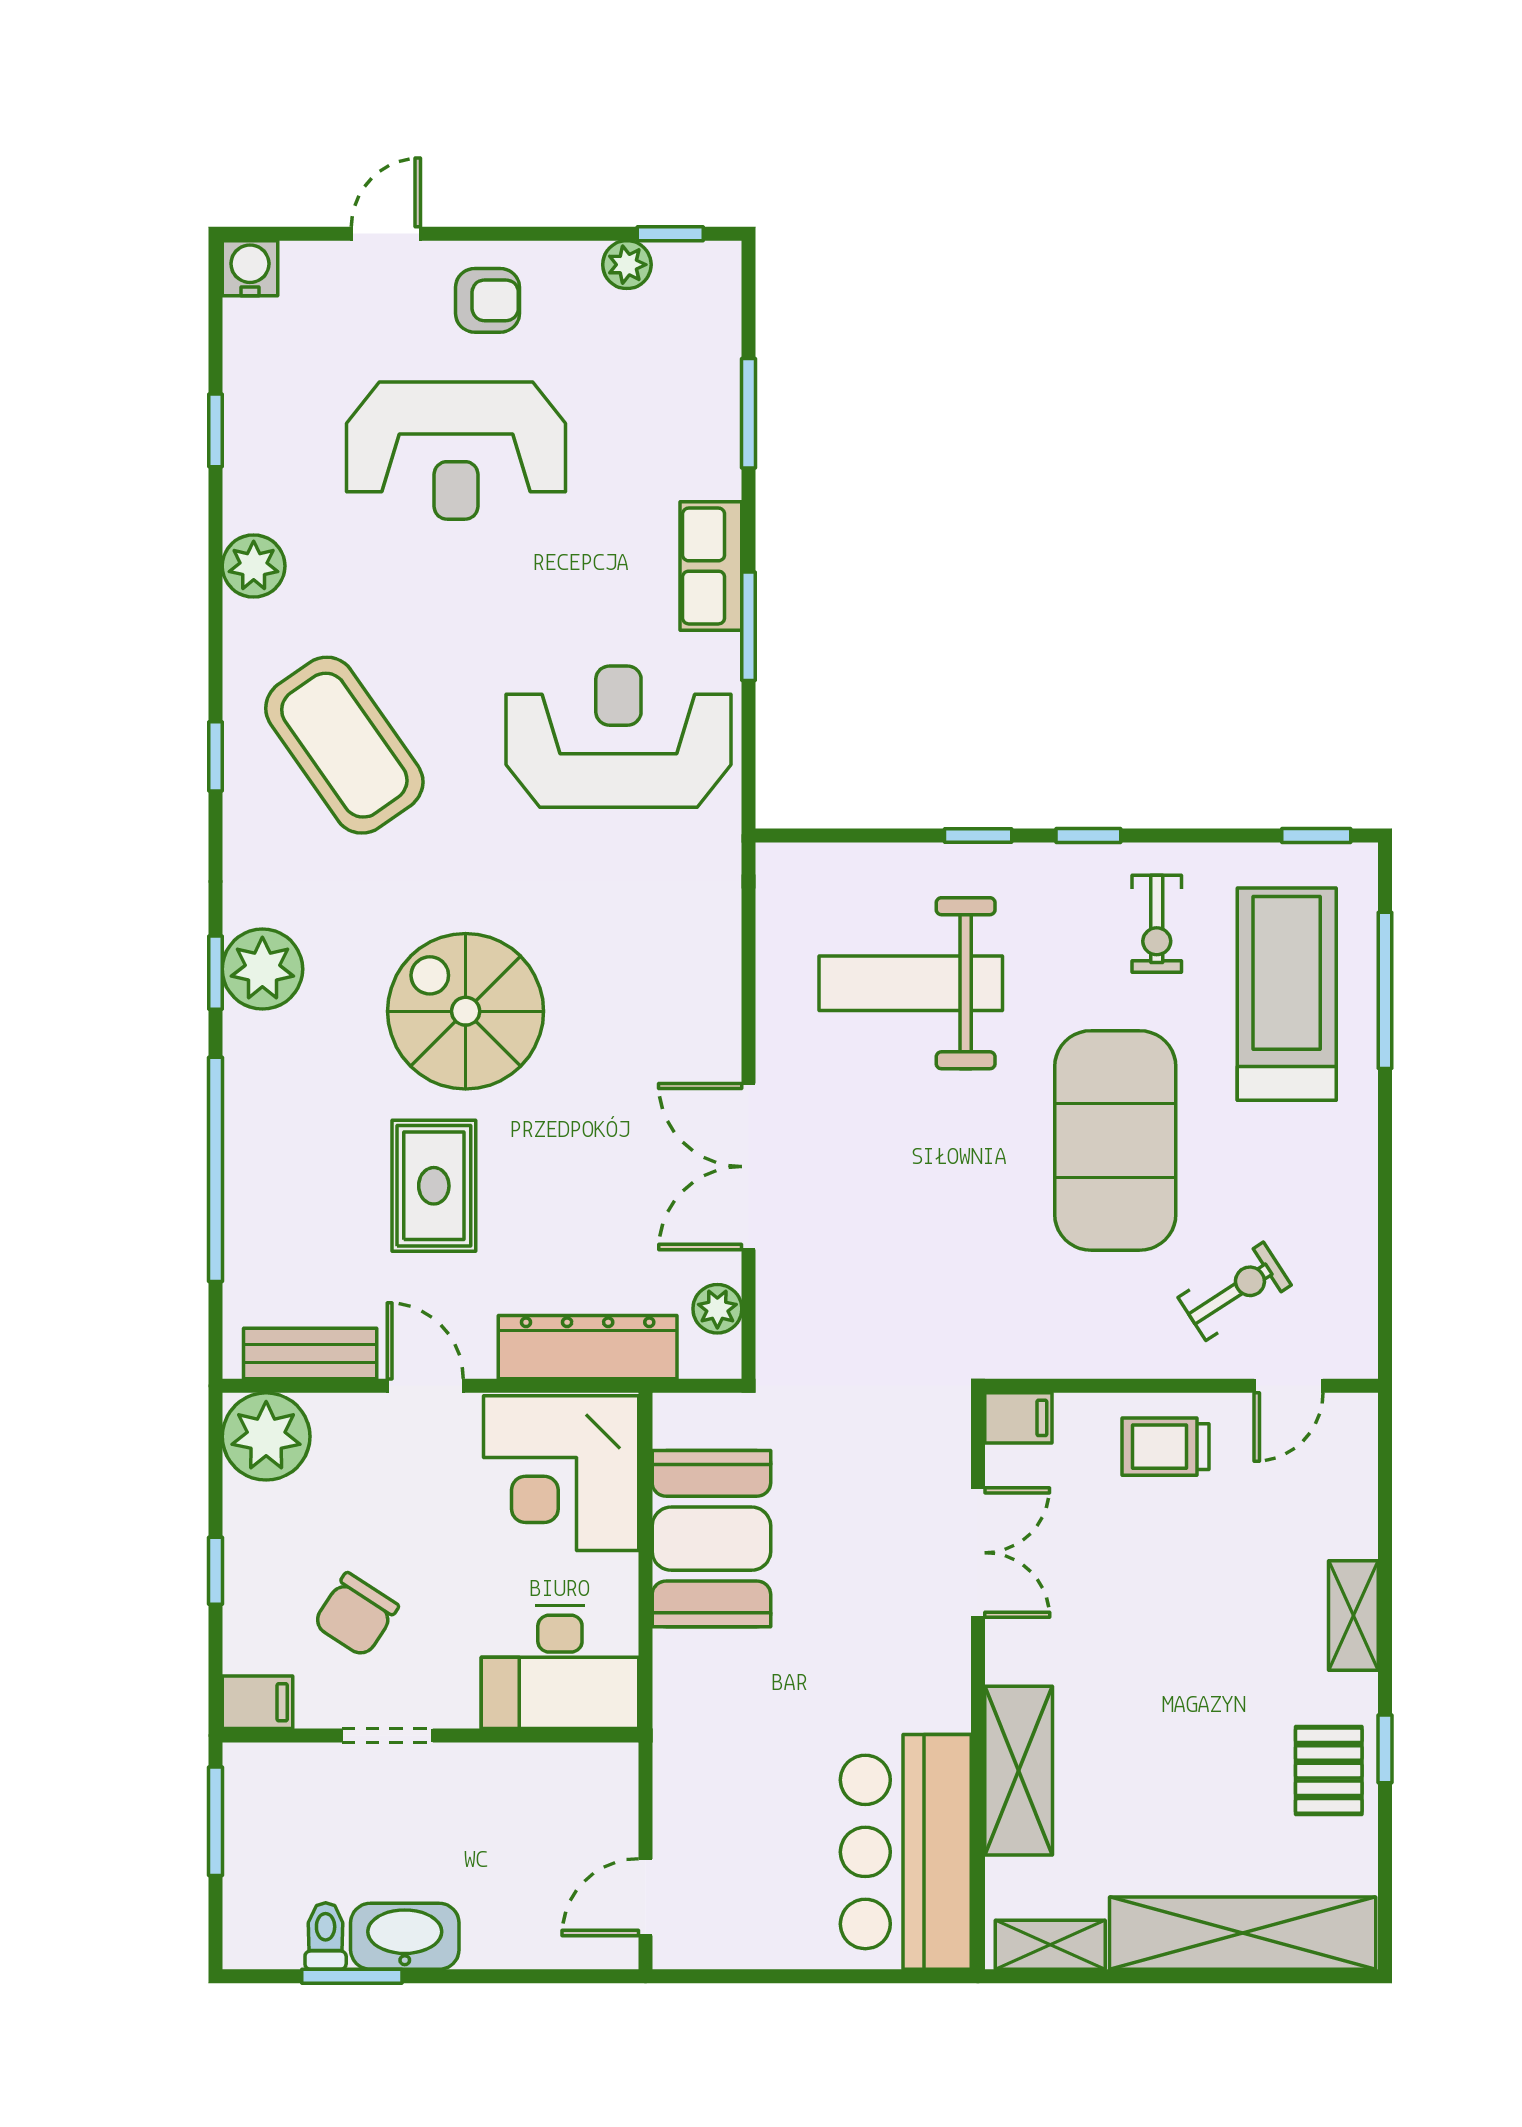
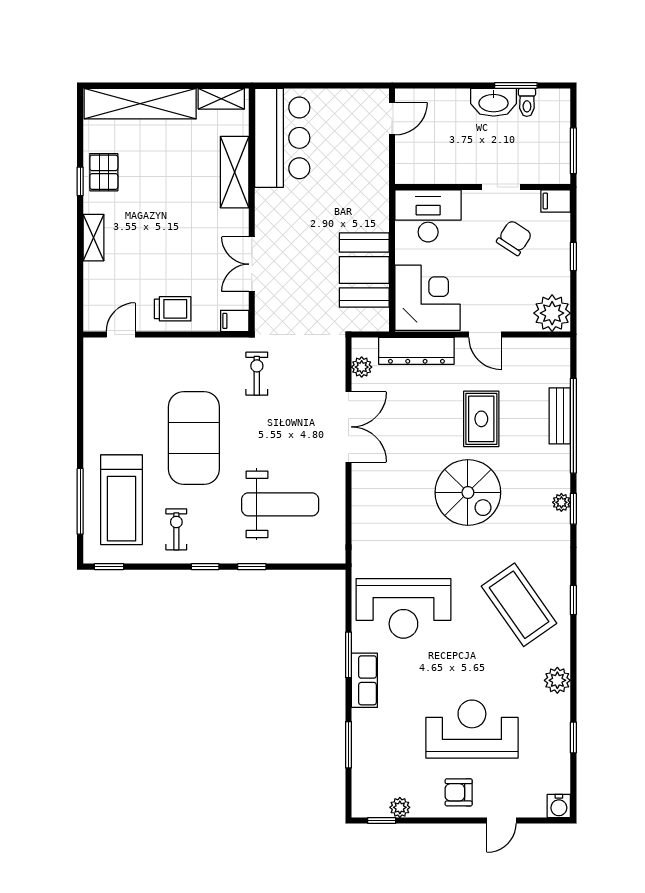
plant: (262, 969) -> (561, 502), width x0.53, depth x0.53
exercise bike: (1235, 1291) -> (257, 374), moved, turned 123
bench: (310, 1354) -> (560, 416), moved, turned 90

